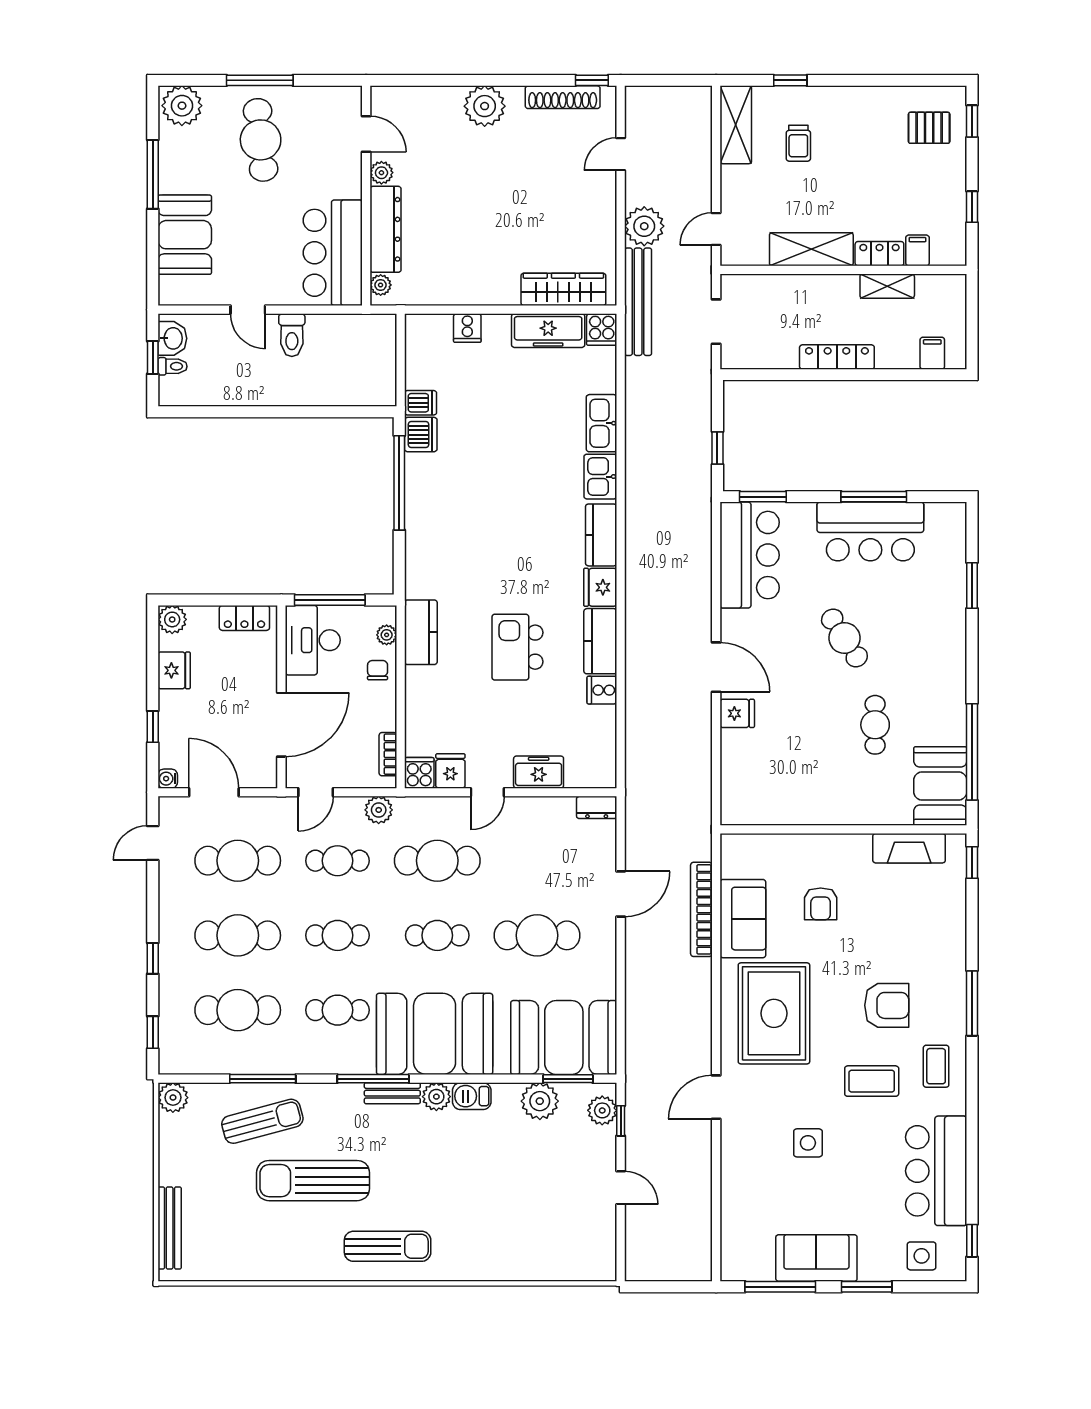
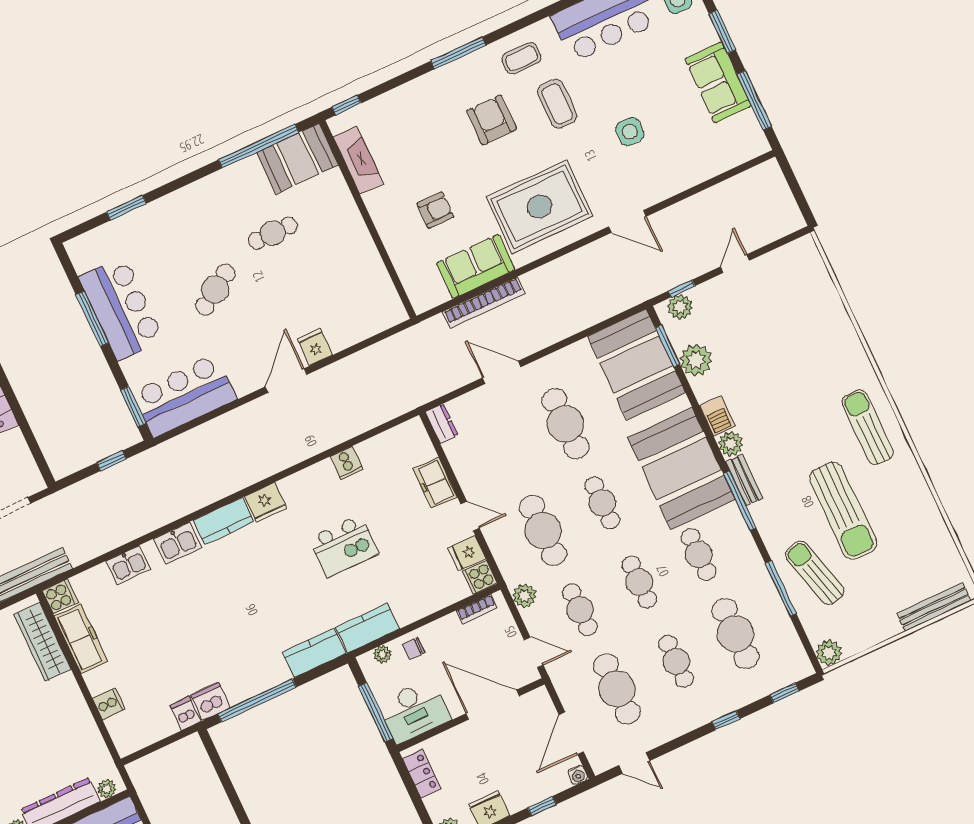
kitchen sink: (602, 423) -> (128, 565), width x0.73
kitchen counter: (600, 641) -> (314, 653), moved, turned 180
cafe table: (238, 935) -> (676, 661), width x0.73, depth x0.74

